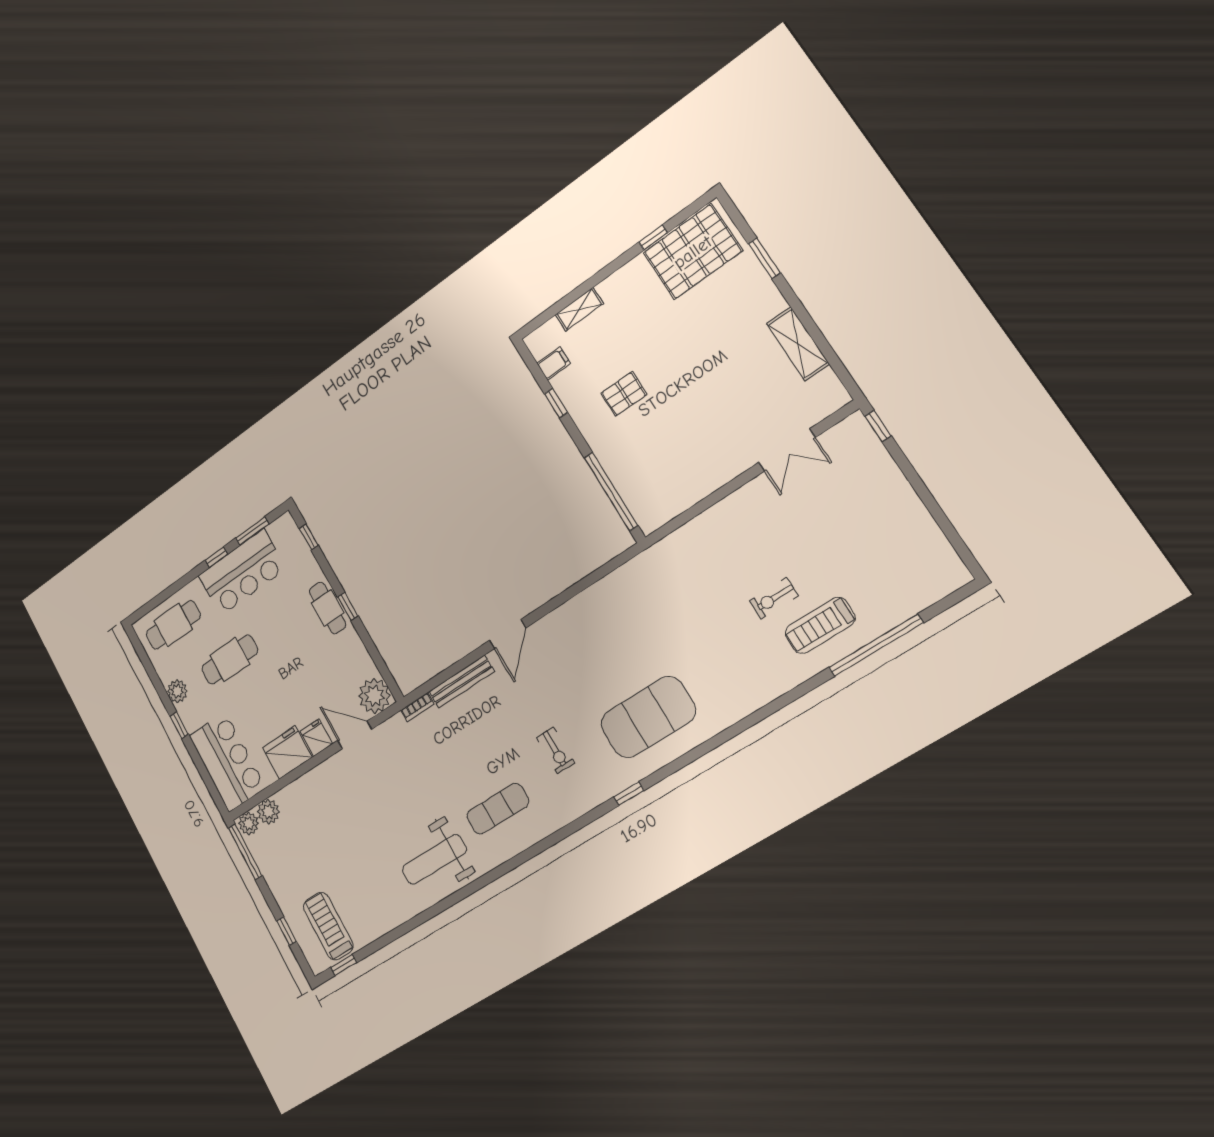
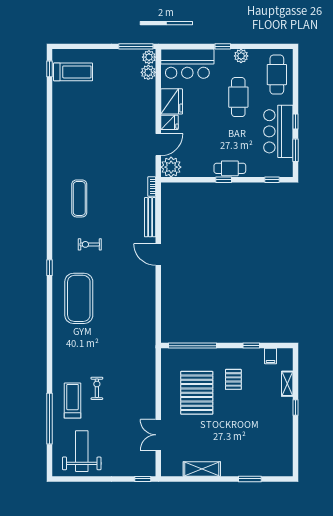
window: (653, 237) -> (296, 408), moved
pallet: (693, 252) -> (197, 393), moved
weight bench: (434, 860) -> (82, 451), moved
window: (287, 931) -> (83, 46), removed

